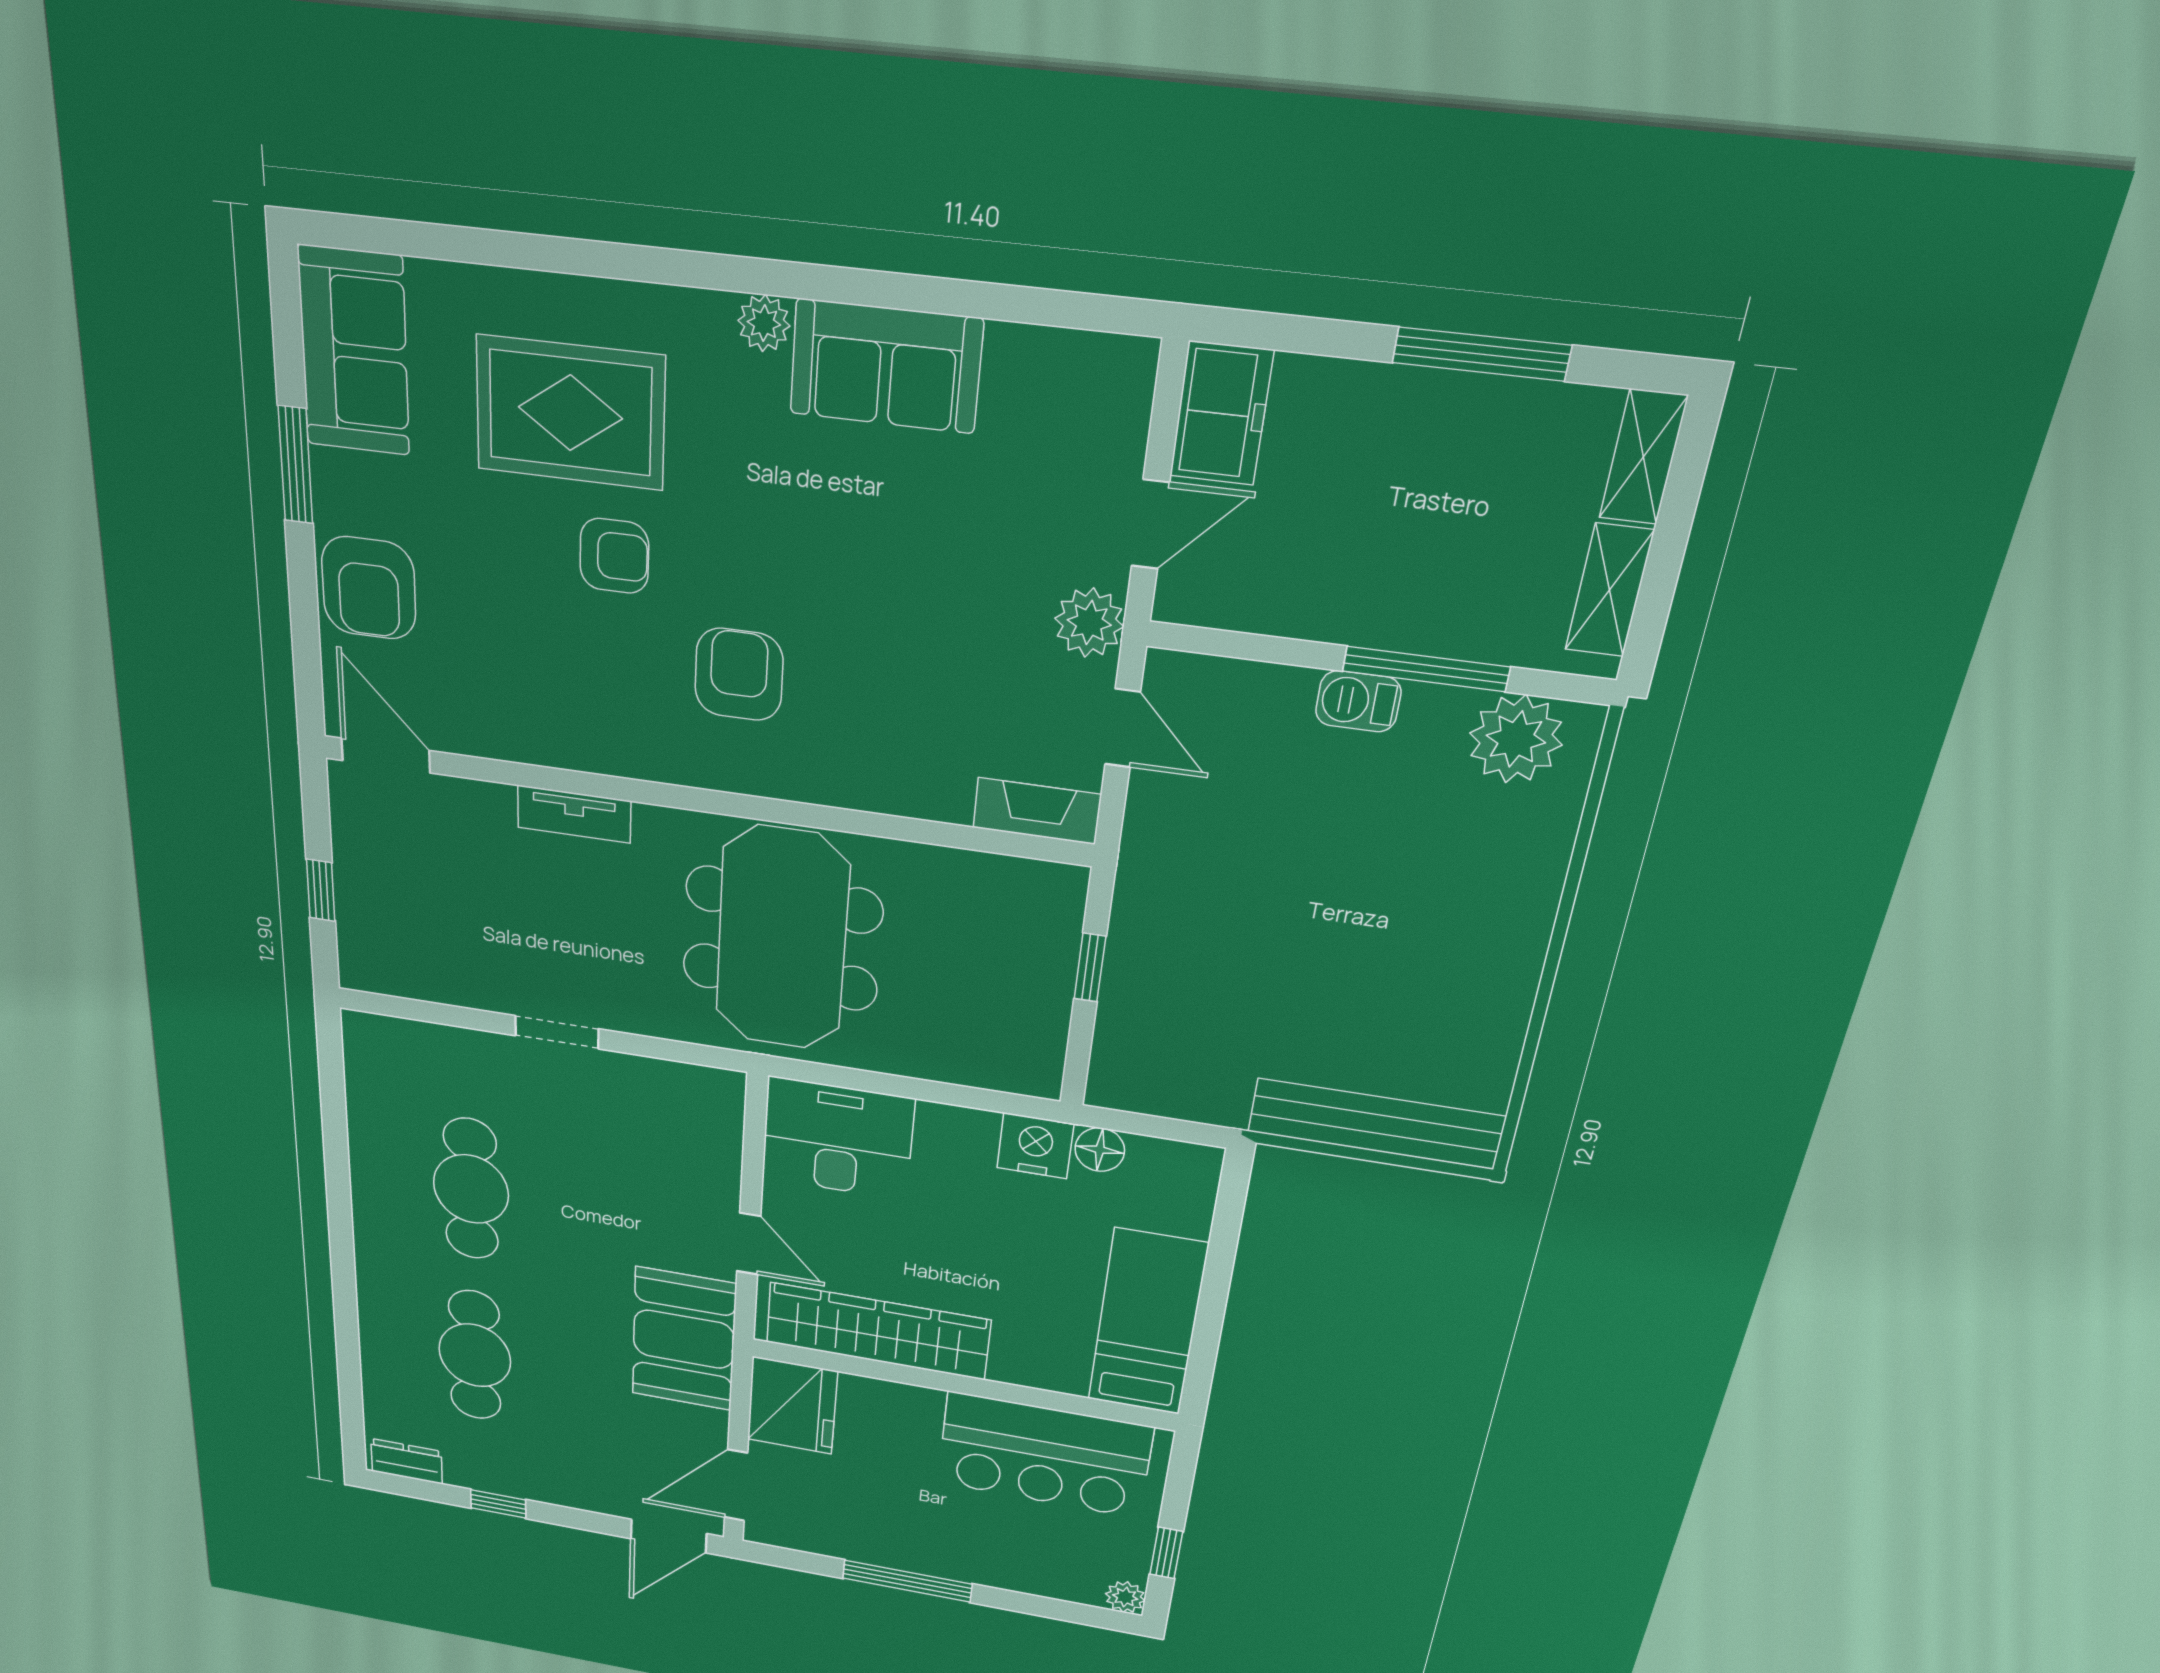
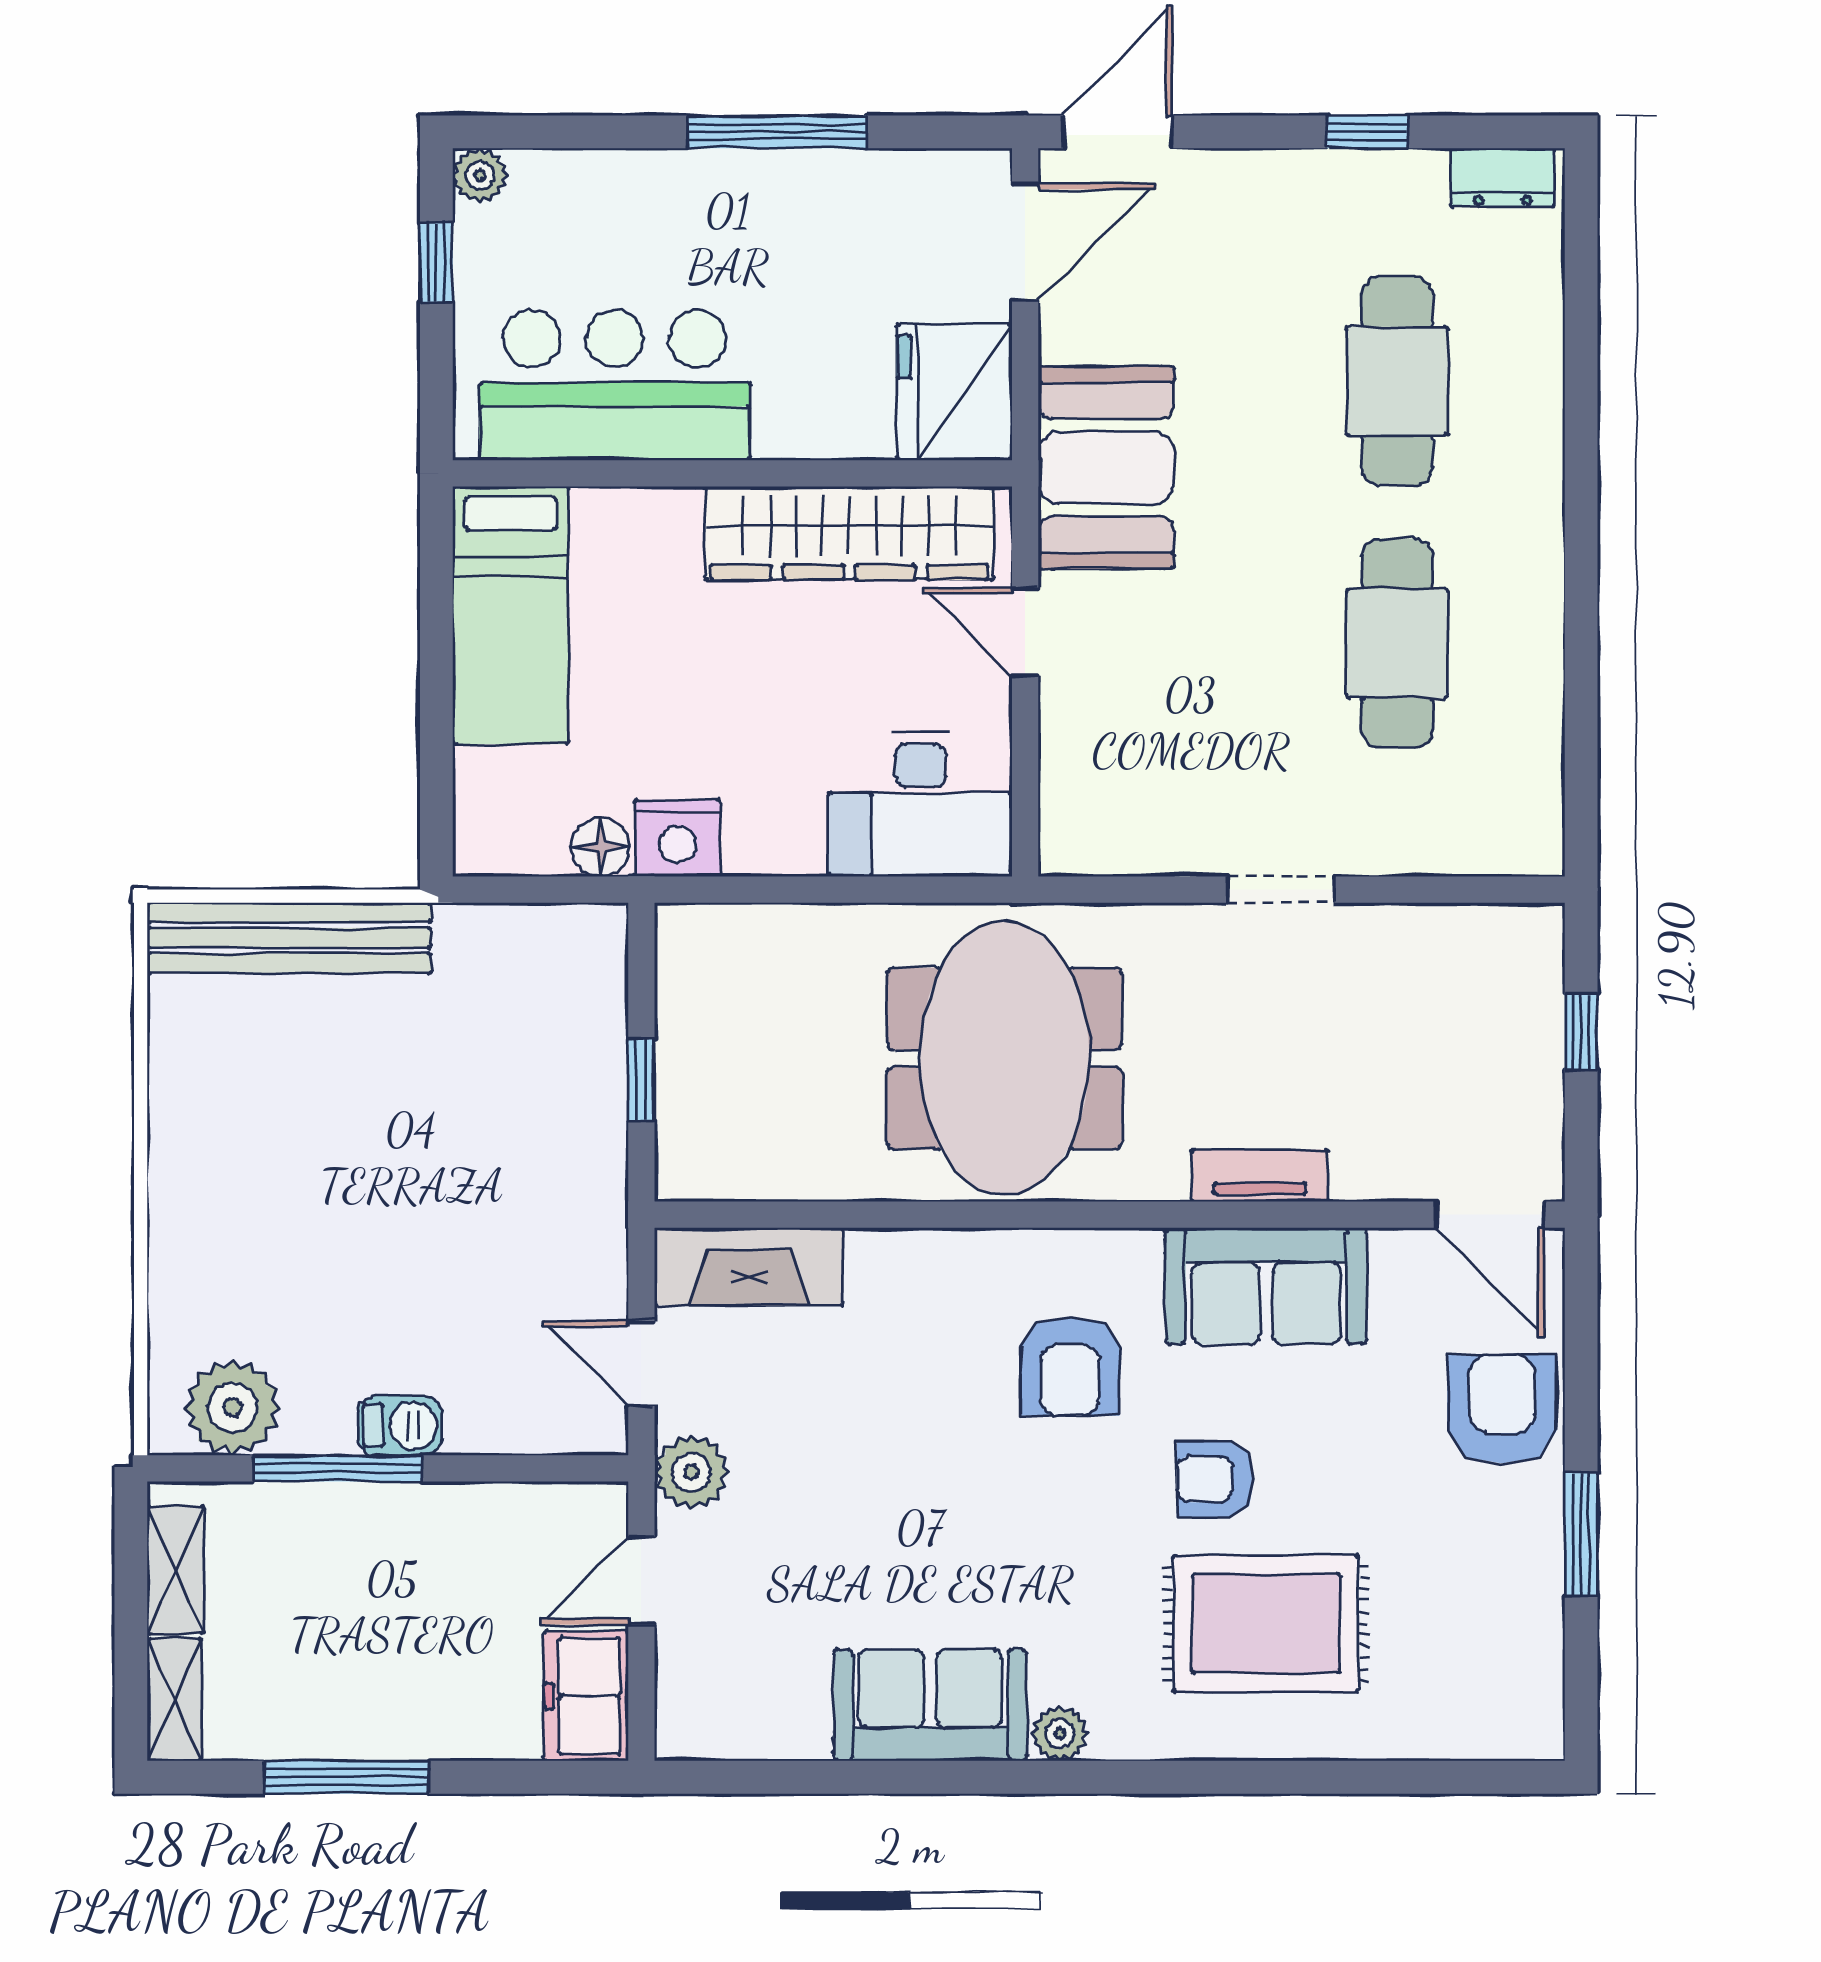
sofa: (354, 351) -> (1266, 1286), moved, turned -90
fireplace: (1037, 811) -> (749, 1267), width x1.37, depth x1.32

